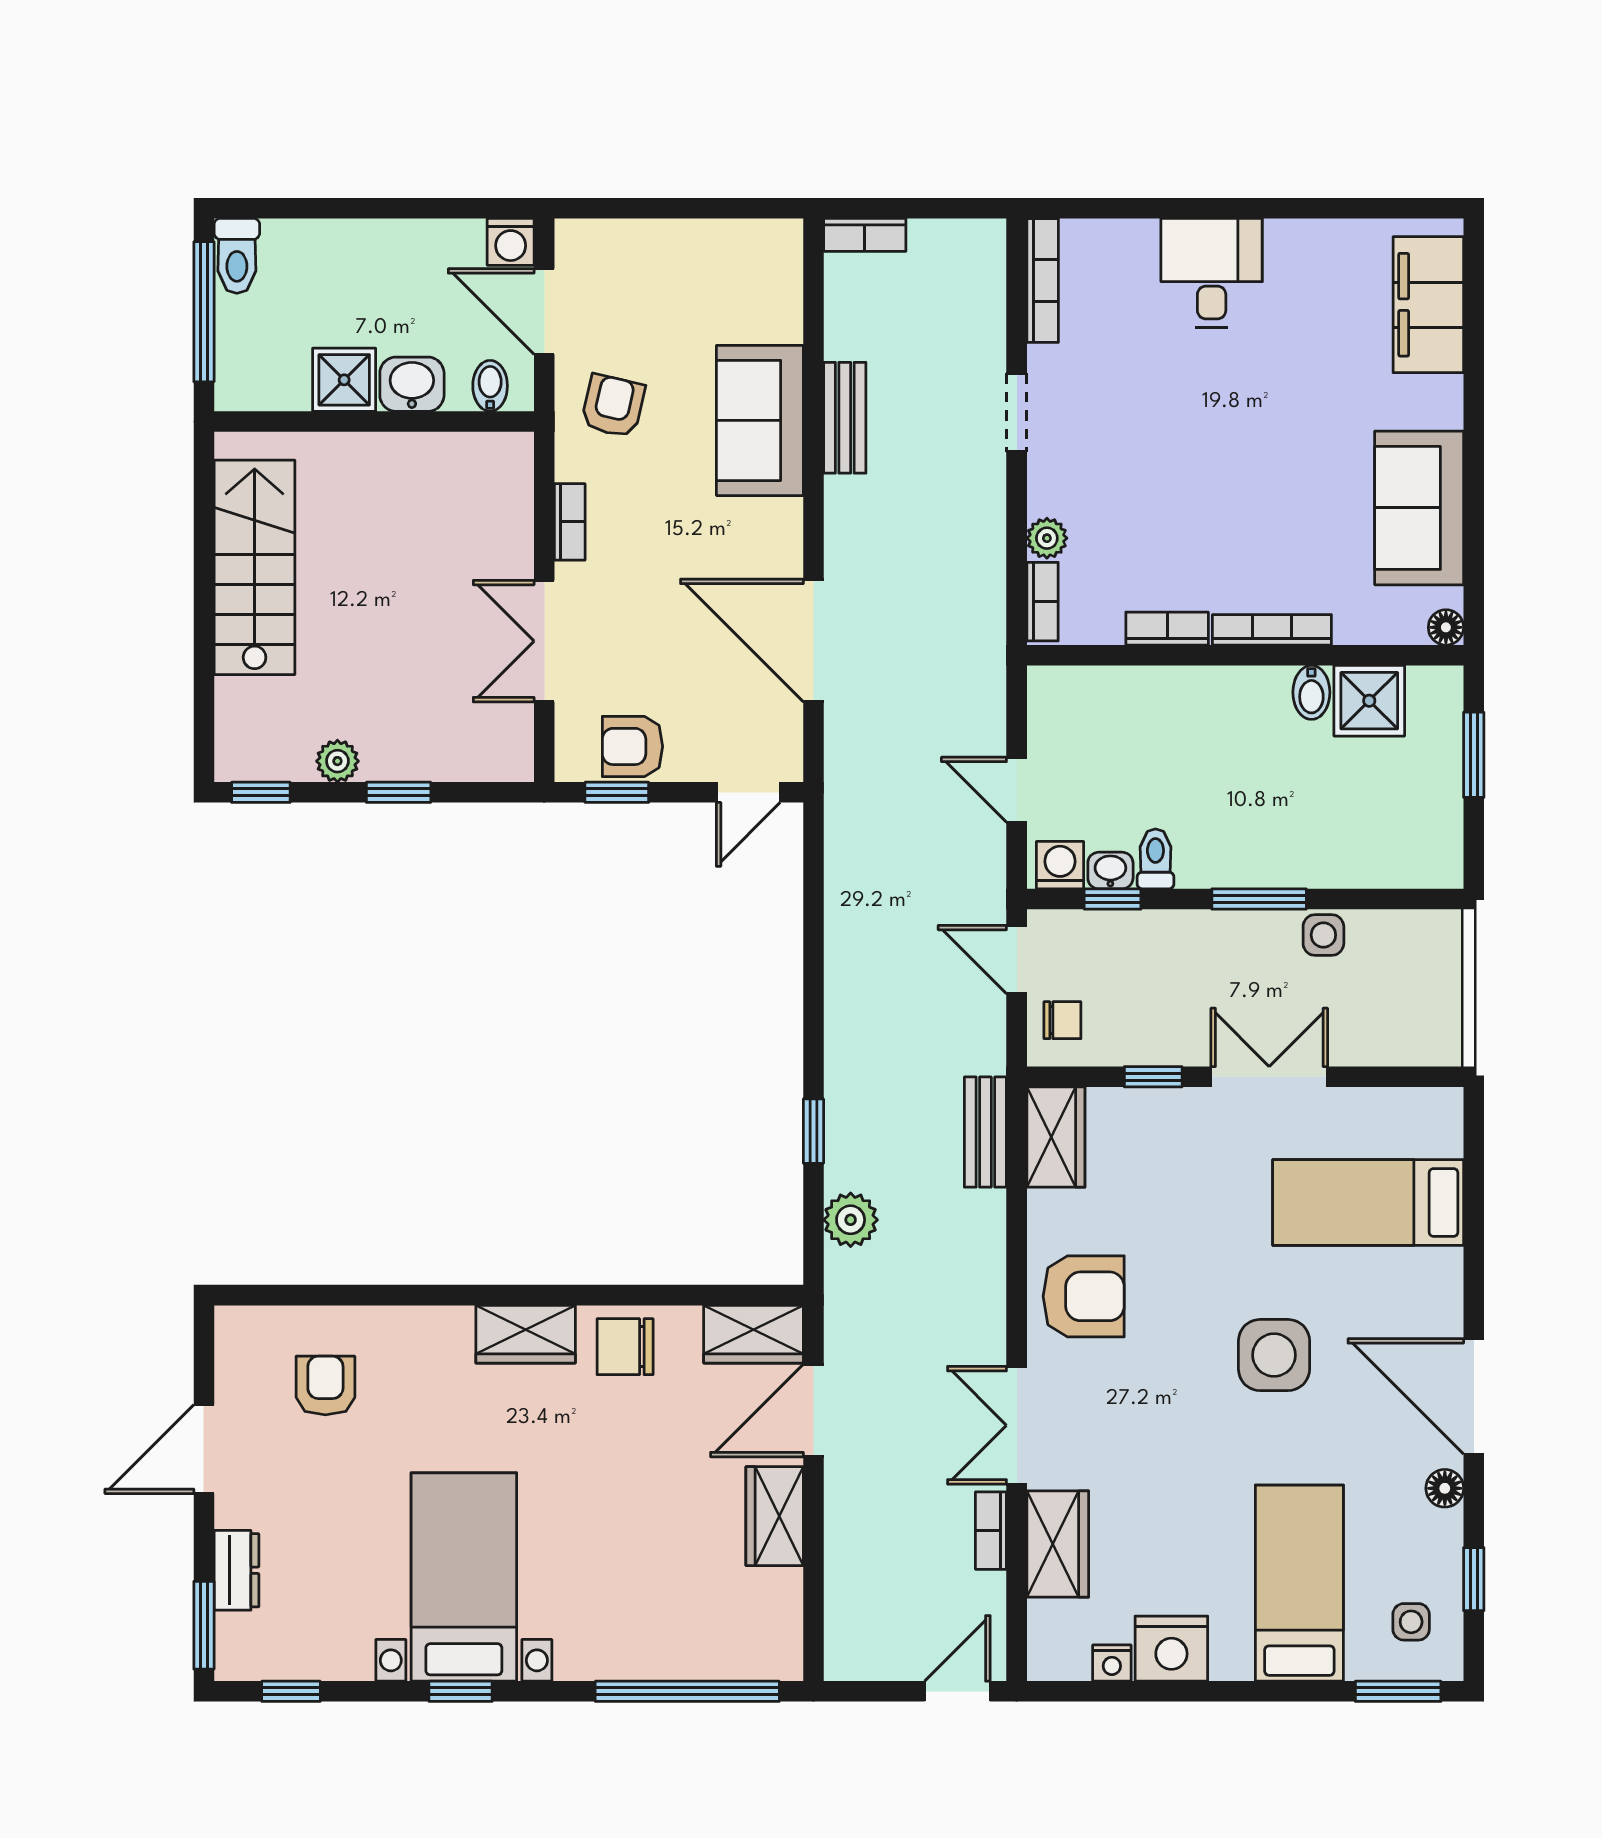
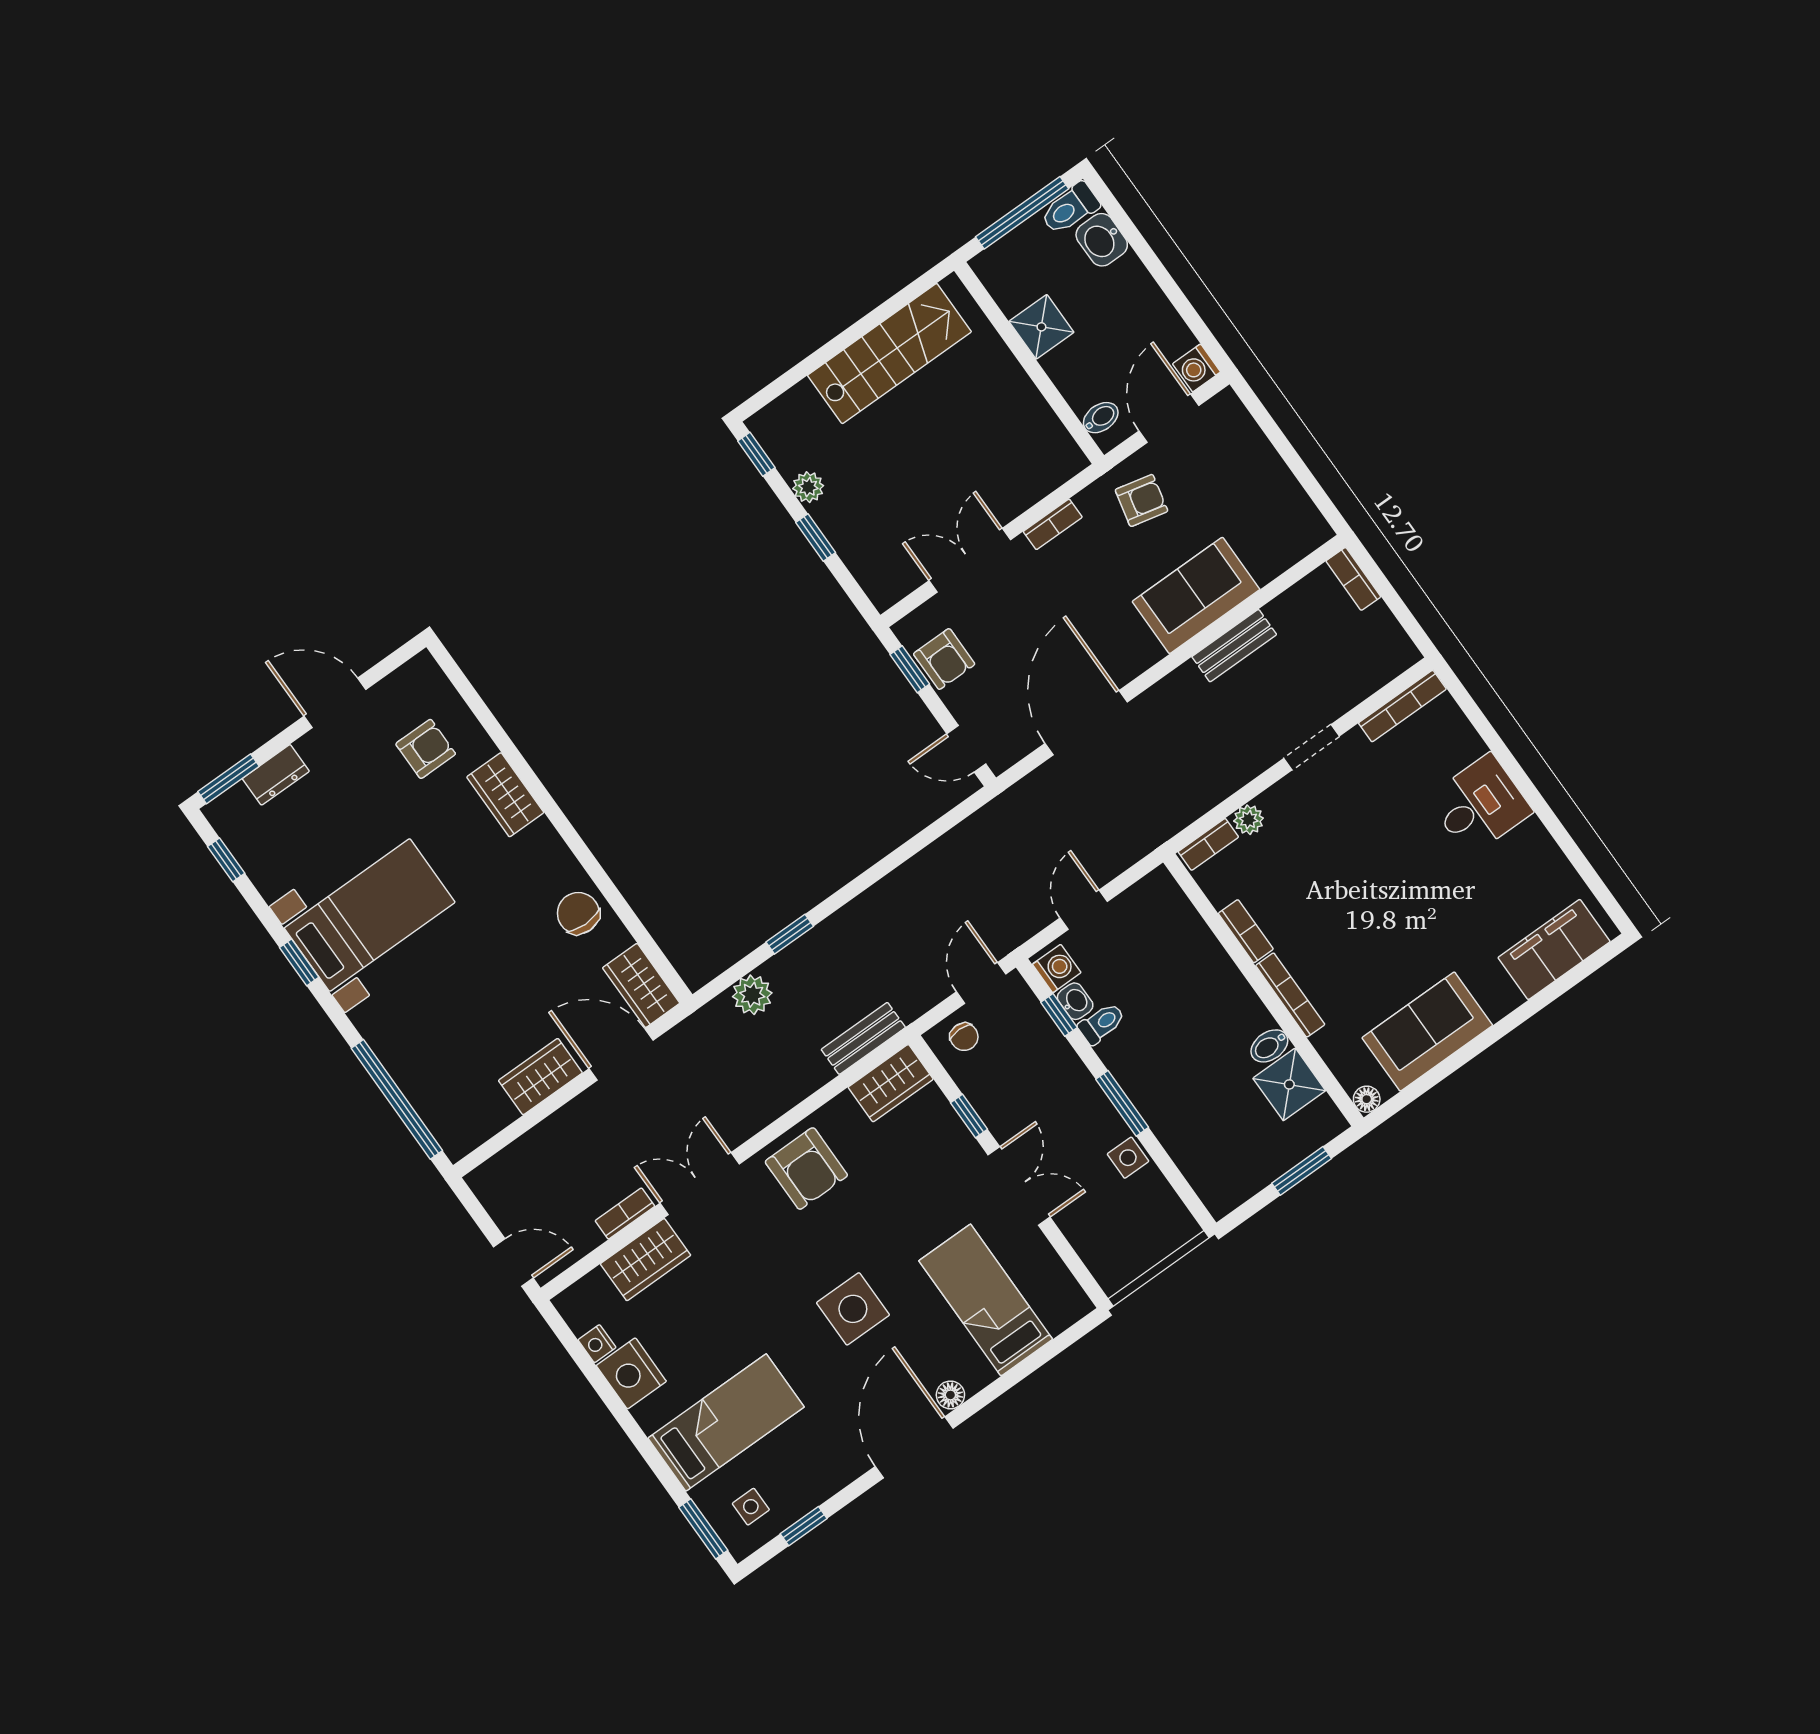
washbasin: (412, 384) -> (1102, 240), moved, turned 180
armchair: (632, 746) -> (944, 659), turned 180
wardrobe: (526, 1334) -> (505, 795), moved
floor lamp: (1445, 1488) -> (950, 1395), moved

